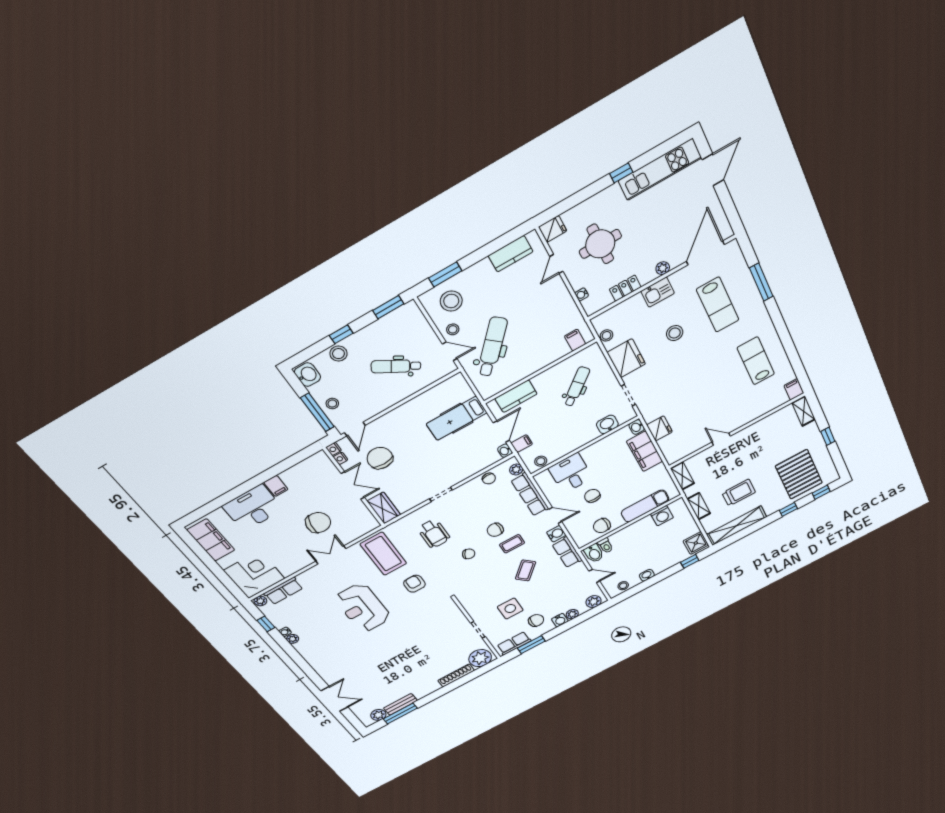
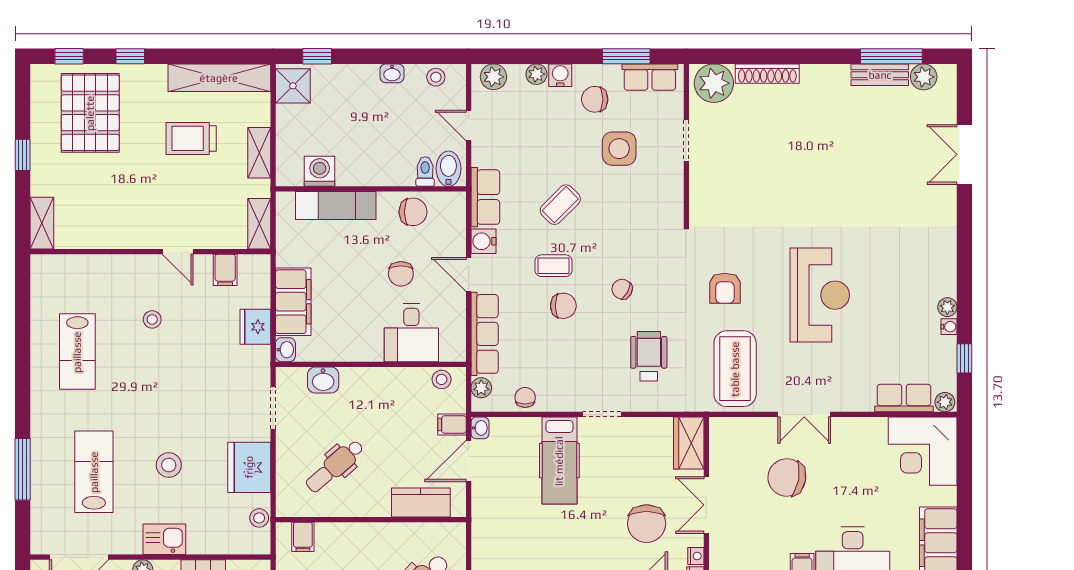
filing cabinet: (794, 389) -> (225, 270), moved
stool: (720, 400) -> (152, 319), added
hospital bed: (457, 418) -> (559, 461), moved, turned 90

